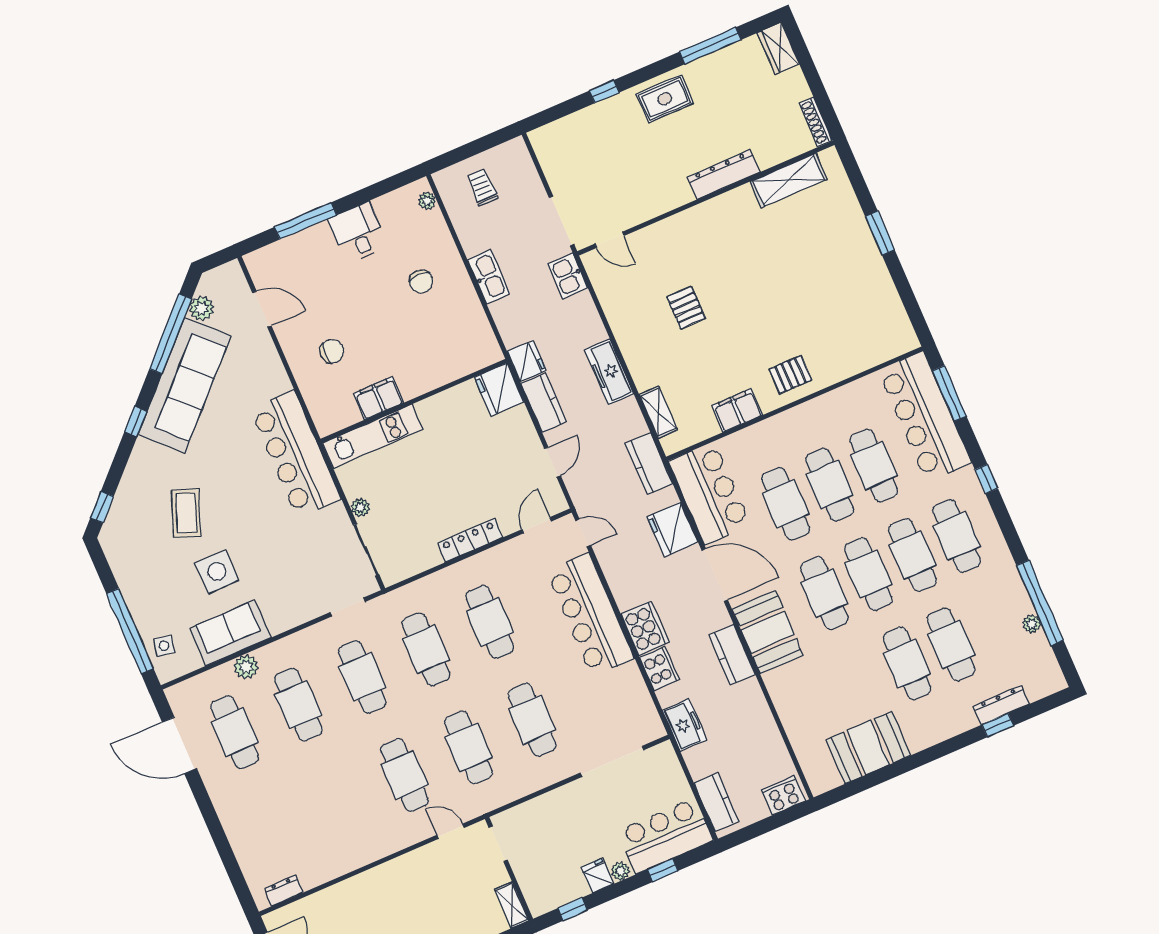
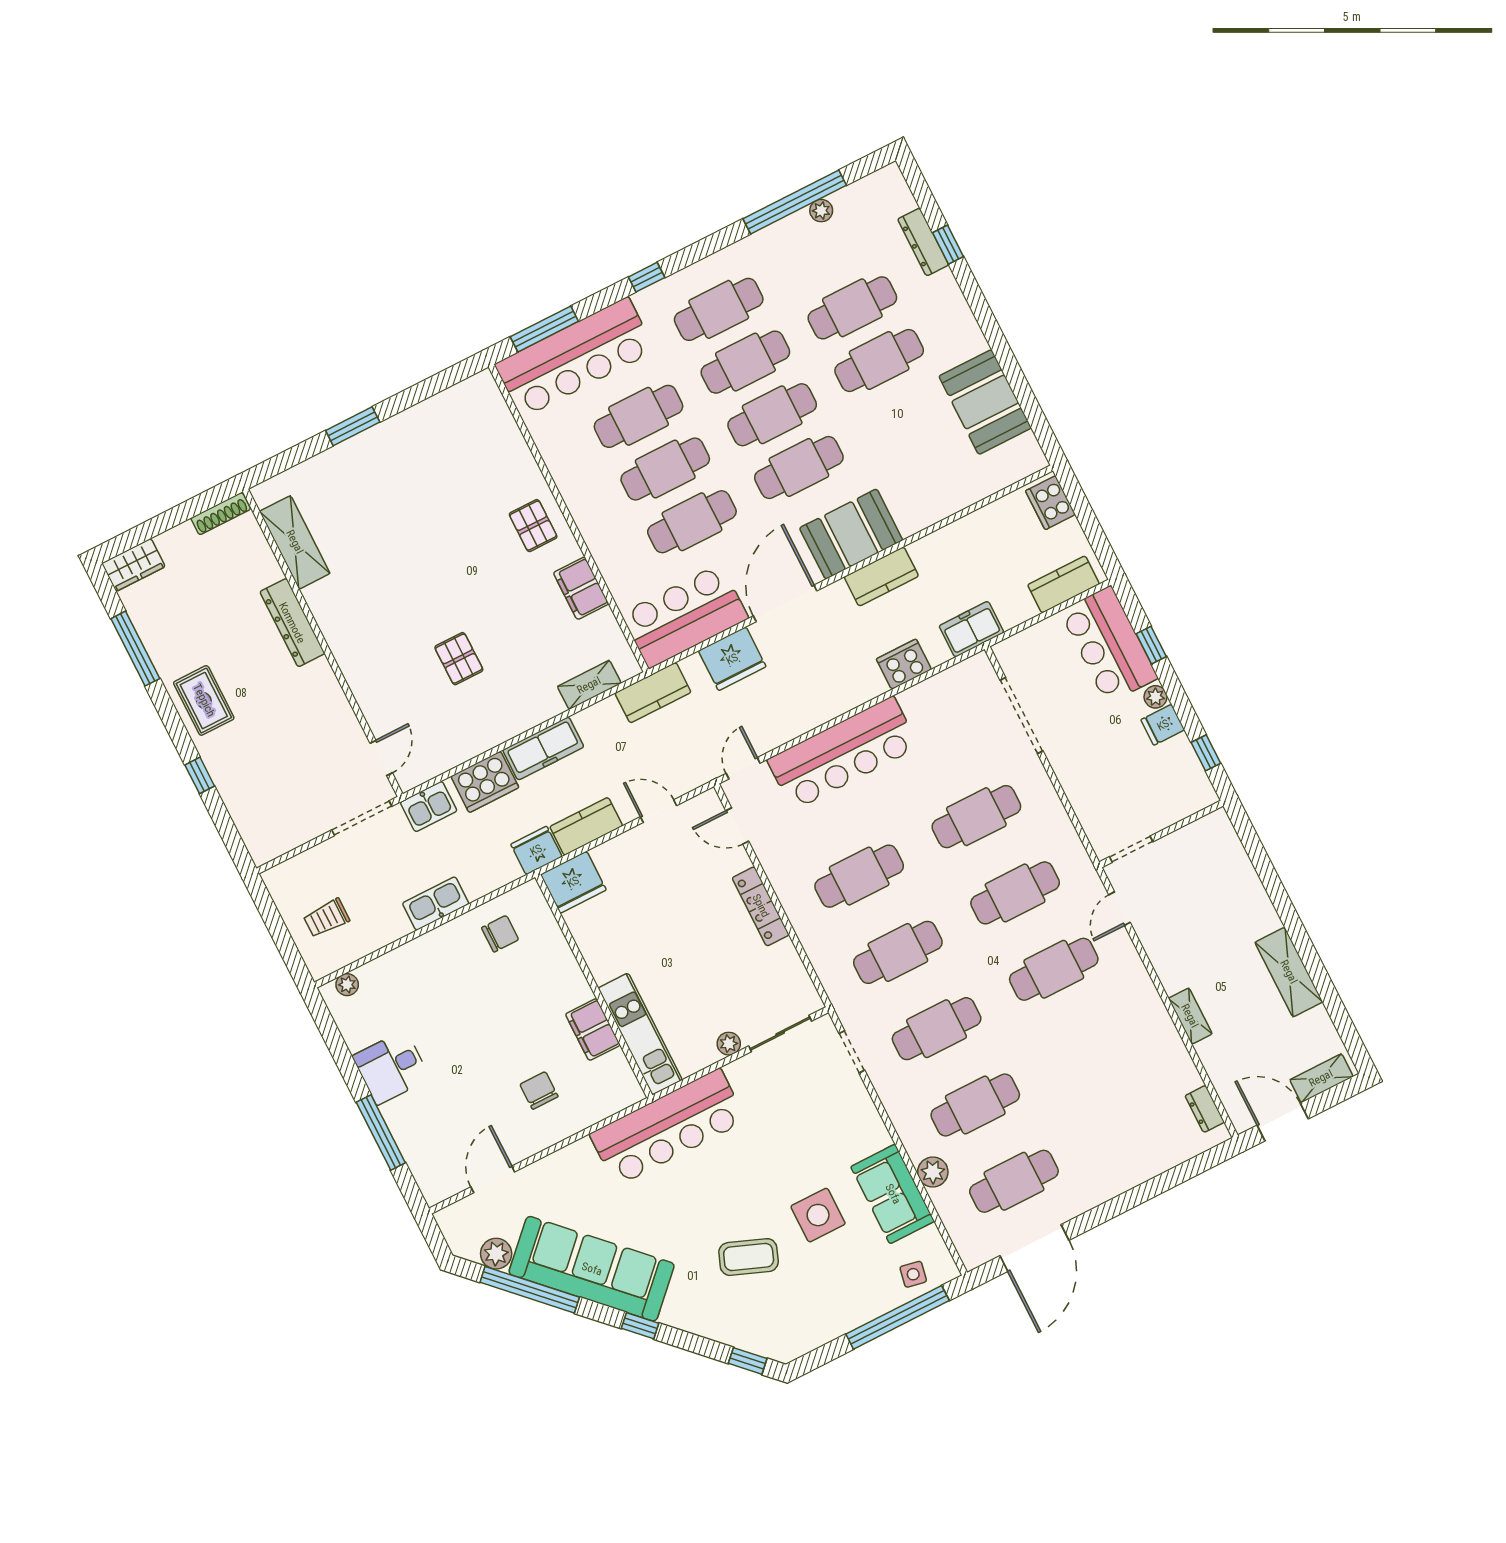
chair: (421, 281) -> (500, 934), moved
pallet: (686, 308) -> (459, 659), turned 90
cooker: (645, 628) -> (485, 782), moved, turned 180
shelving: (512, 905) -> (1190, 1016), moved, turned 90

